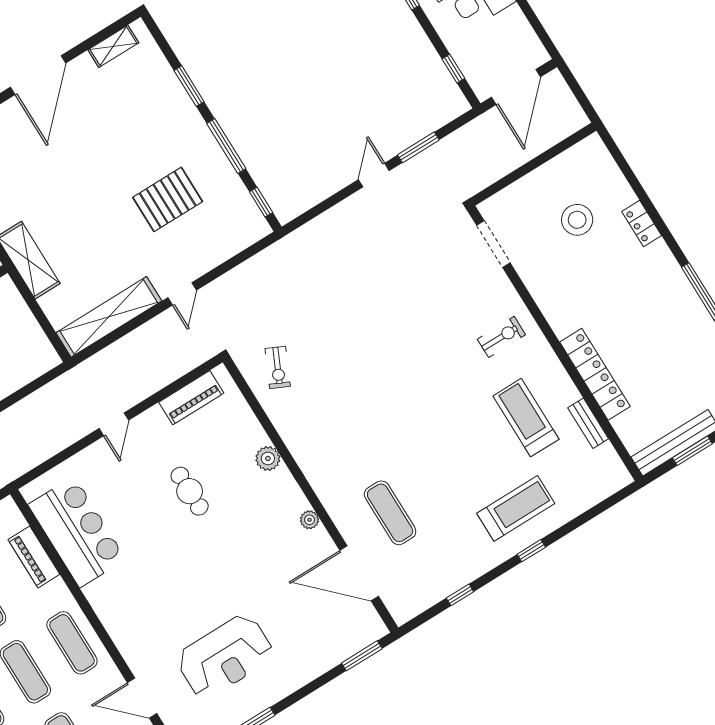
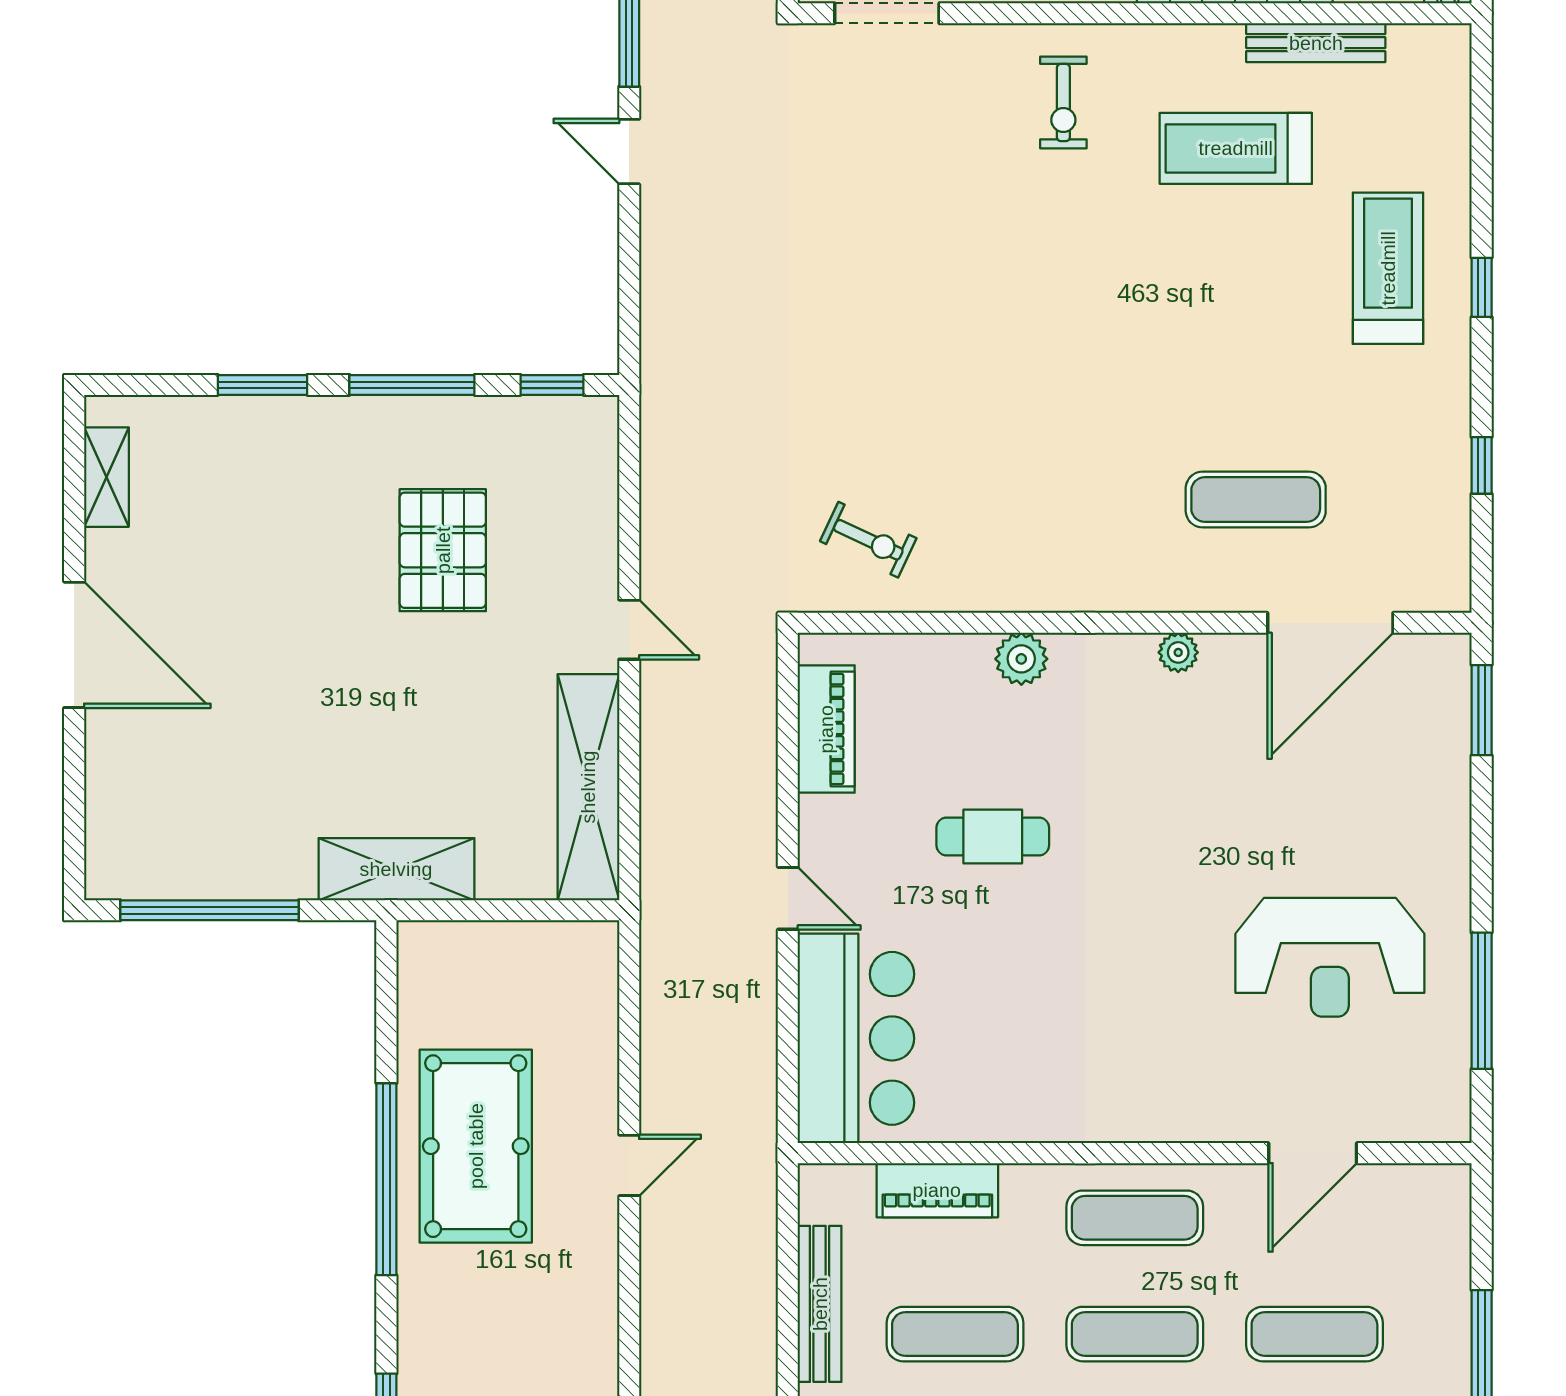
exercise bike: (501, 337) -> (1063, 103), turned 180
bench: (588, 423) -> (1316, 43), width x1.36
bar counter: (77, 532) -> (856, 1038), moved, turned 90
reception desk: (225, 656) -> (1330, 957), turned 90

